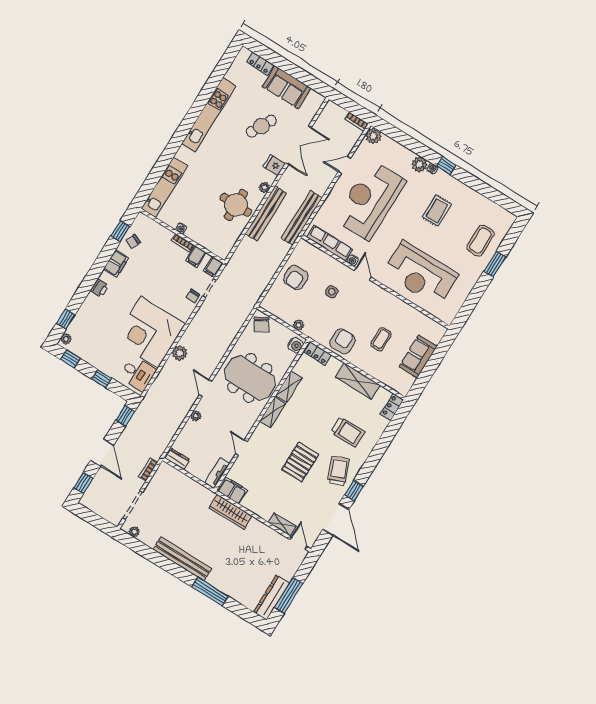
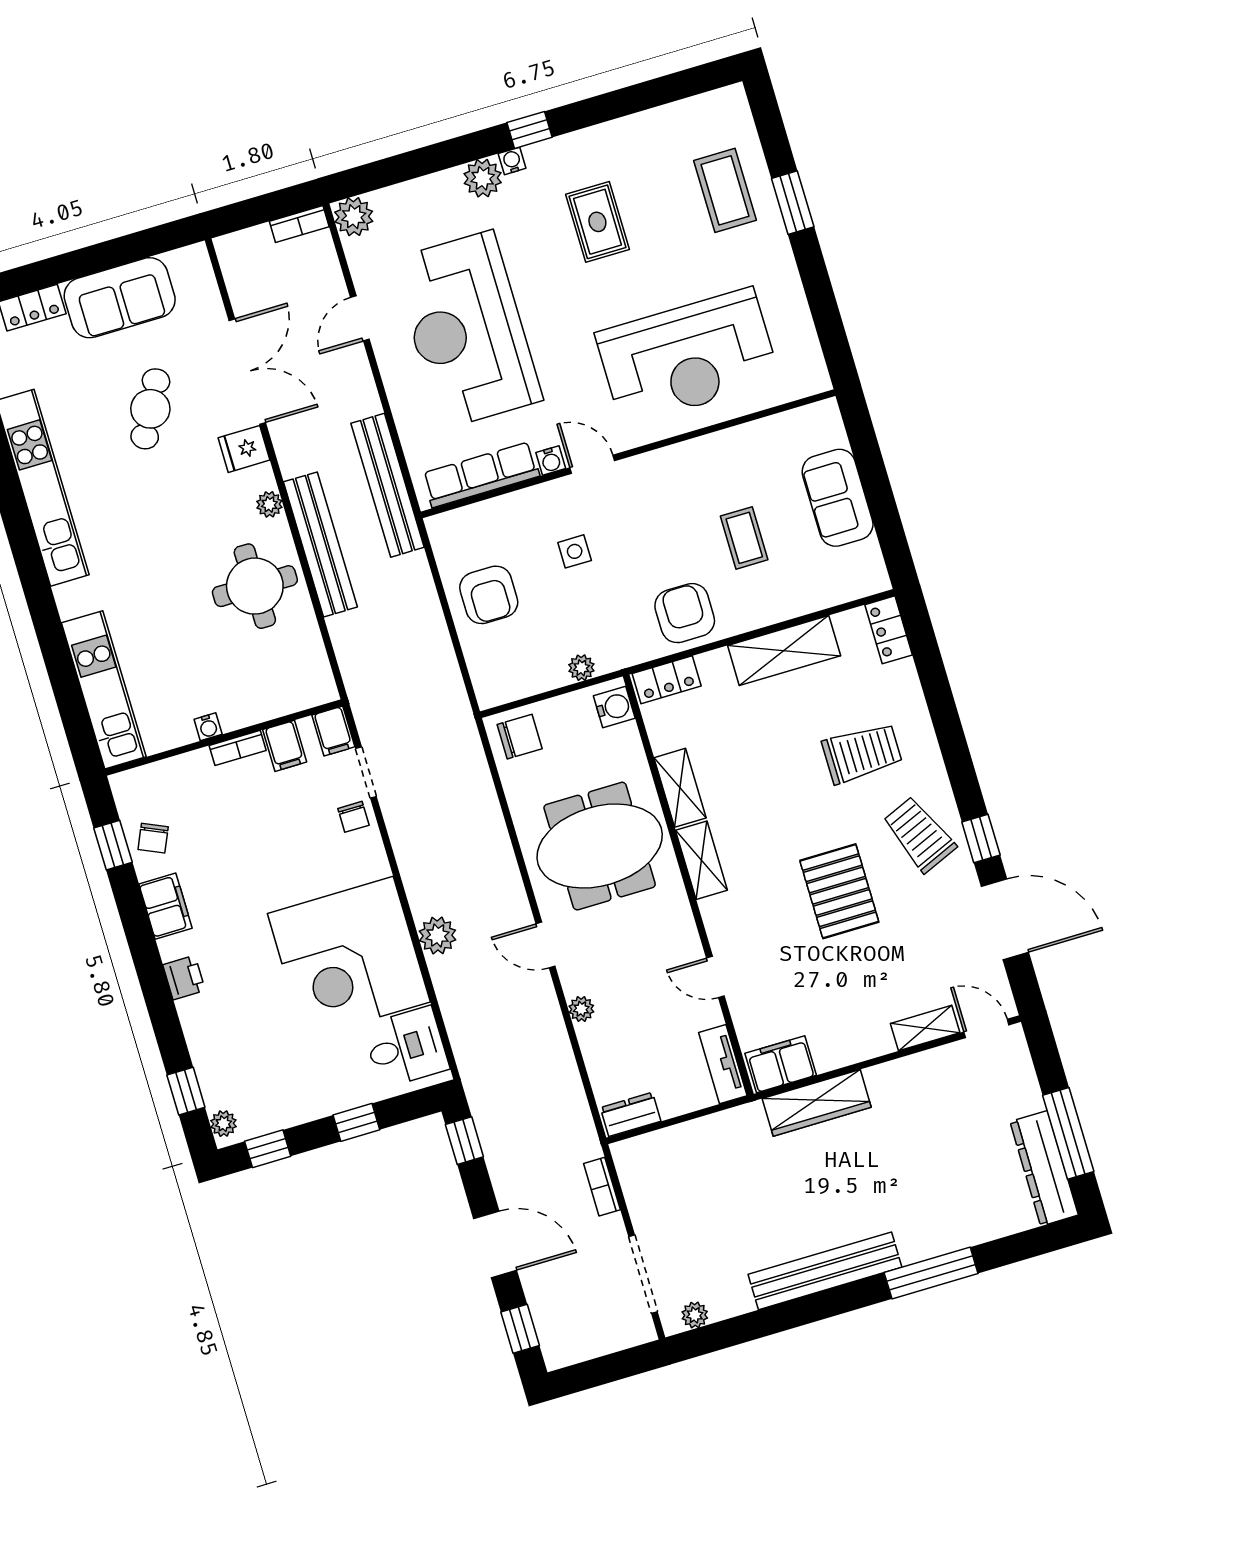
chair: (261, 325) -> (520, 737), turned -59

